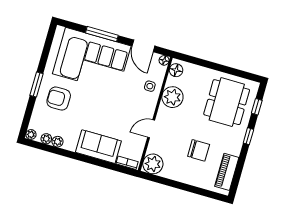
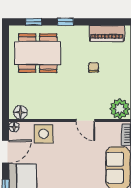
side table: (150, 86) -> (44, 134), width x1.87, depth x1.87
plant: (172, 97) -> (48, 108), removed
chair: (199, 150) -> (93, 67), width x0.54, depth x0.54

